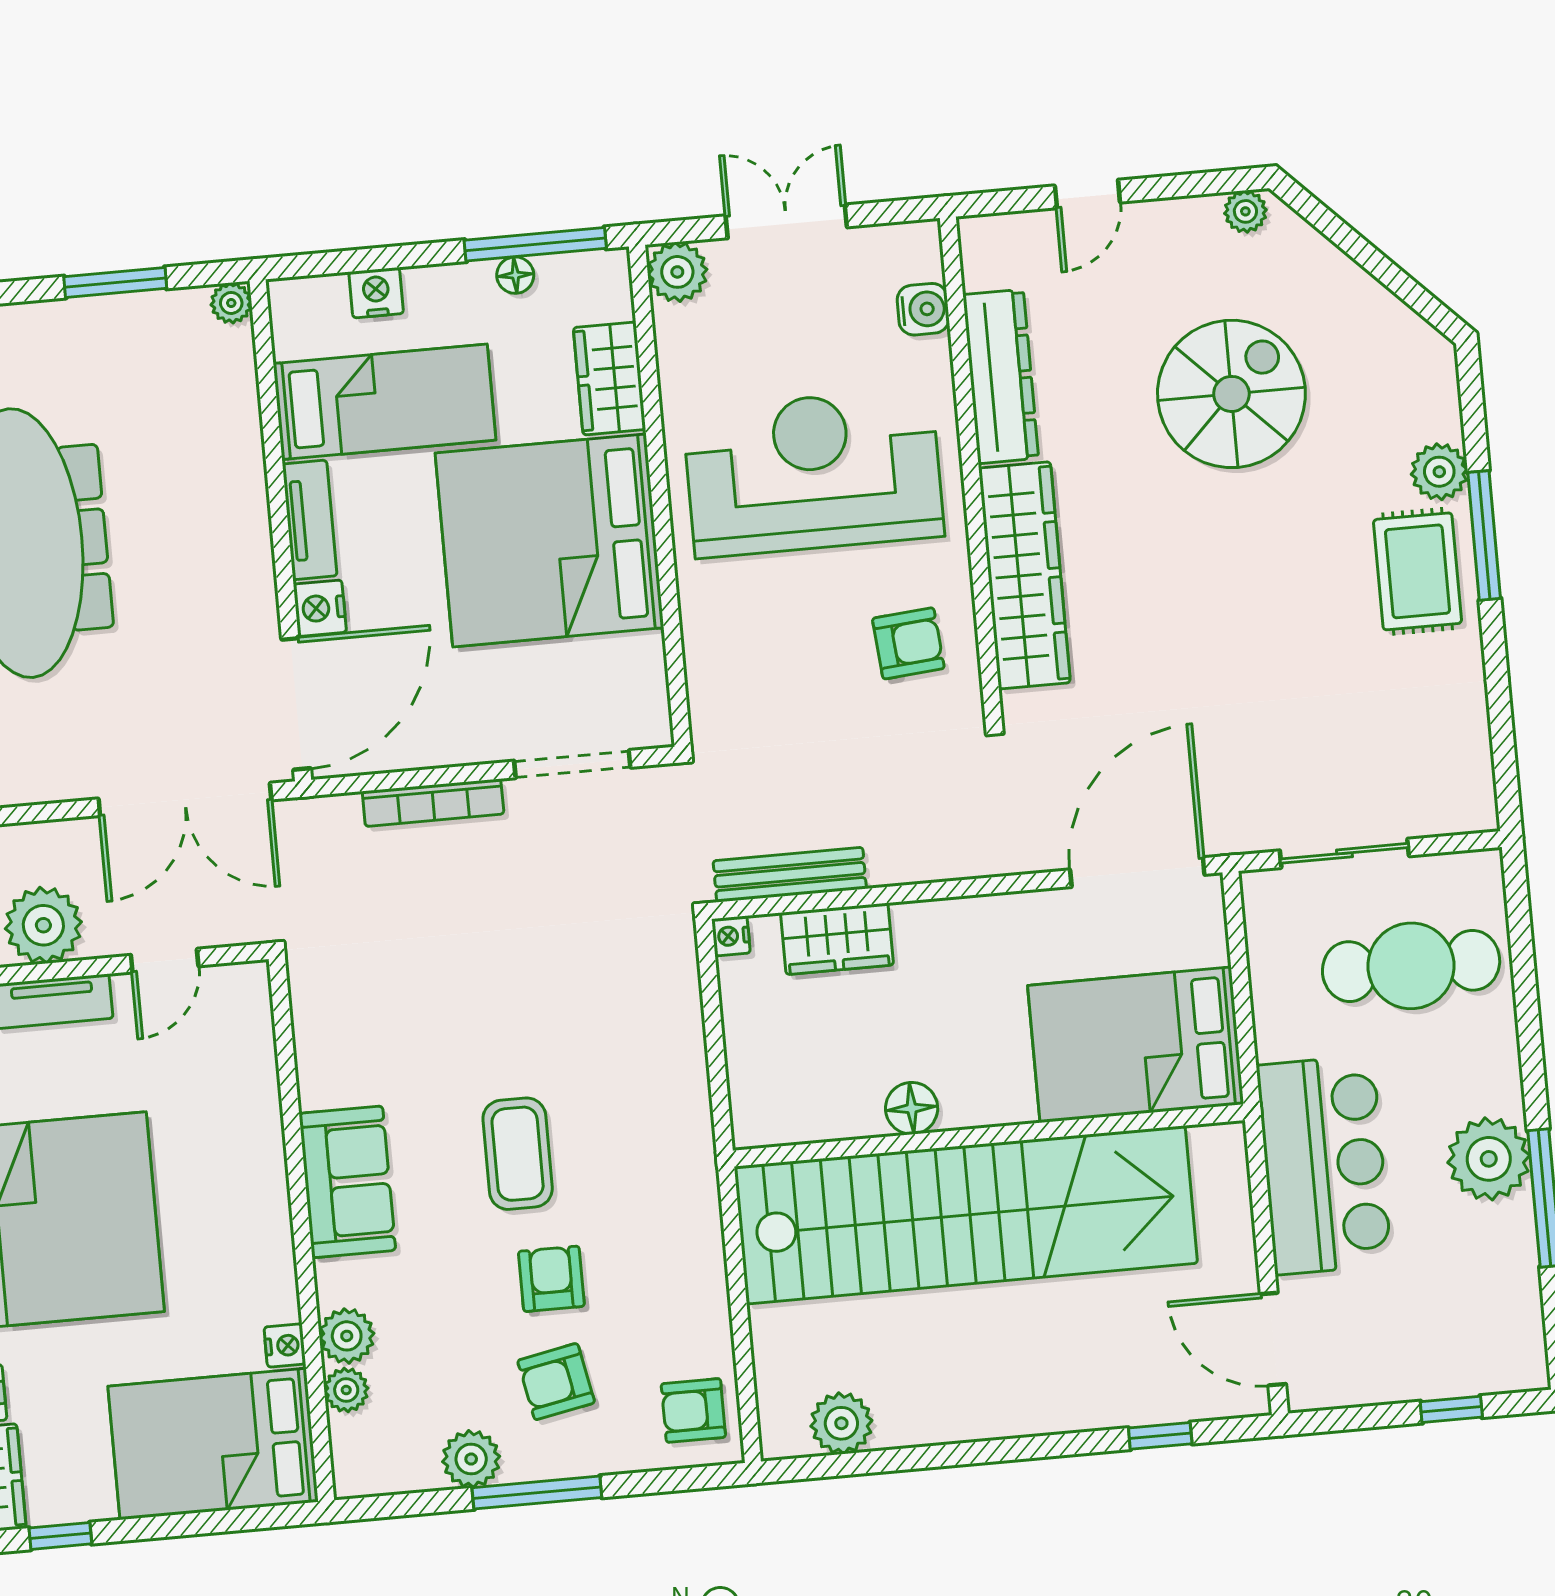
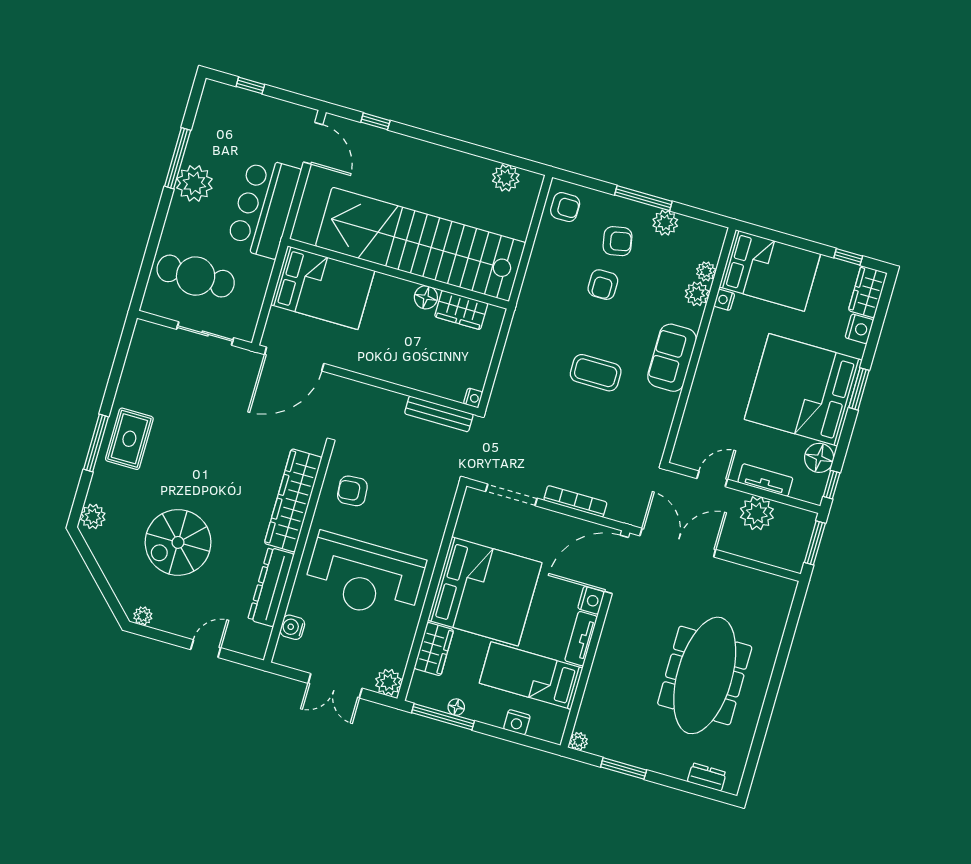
plant: (1439, 472) -> (93, 516), moved
wardrobe: (837, 939) -> (461, 310), moved, turned 180
coffee table: (518, 1154) -> (596, 373), moved, turned 90

